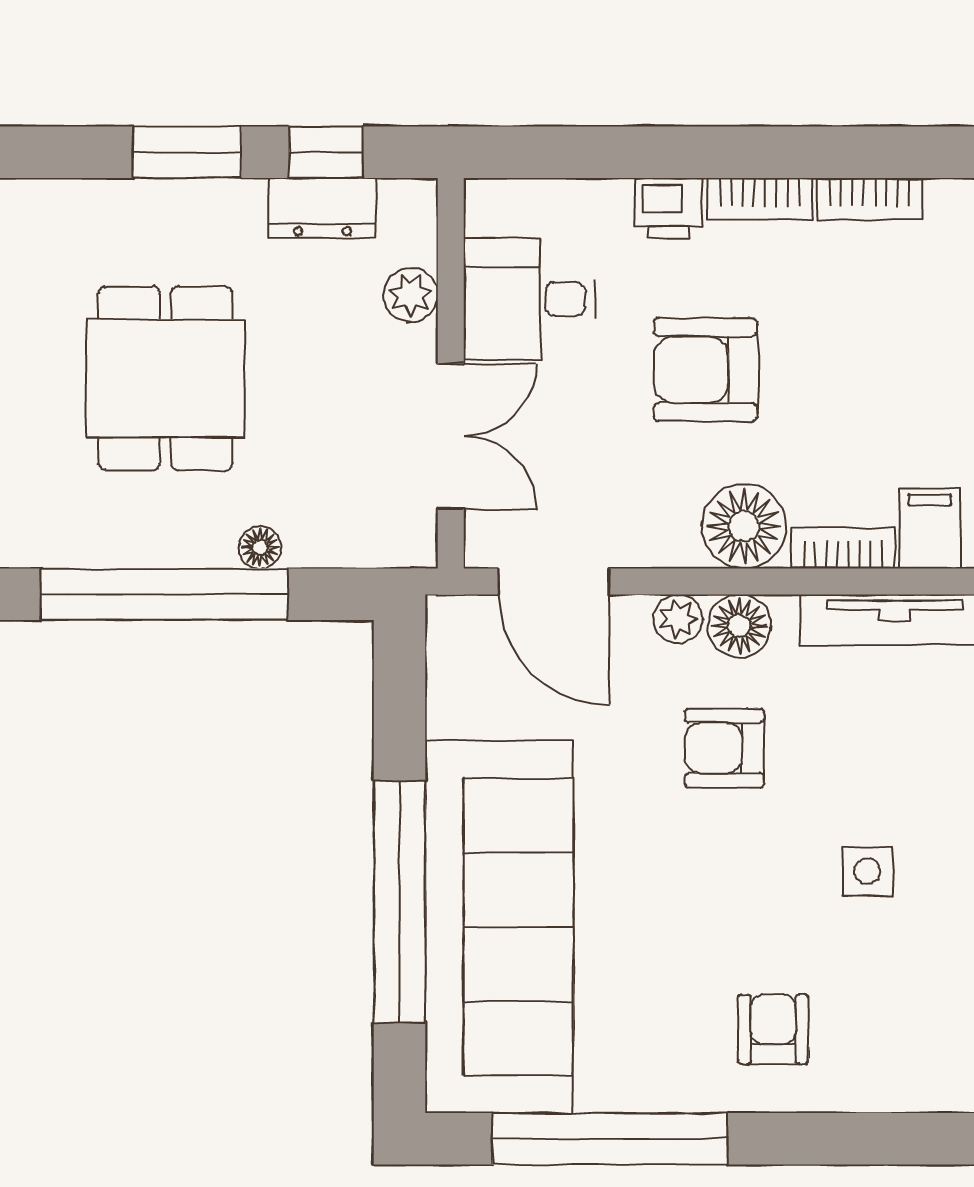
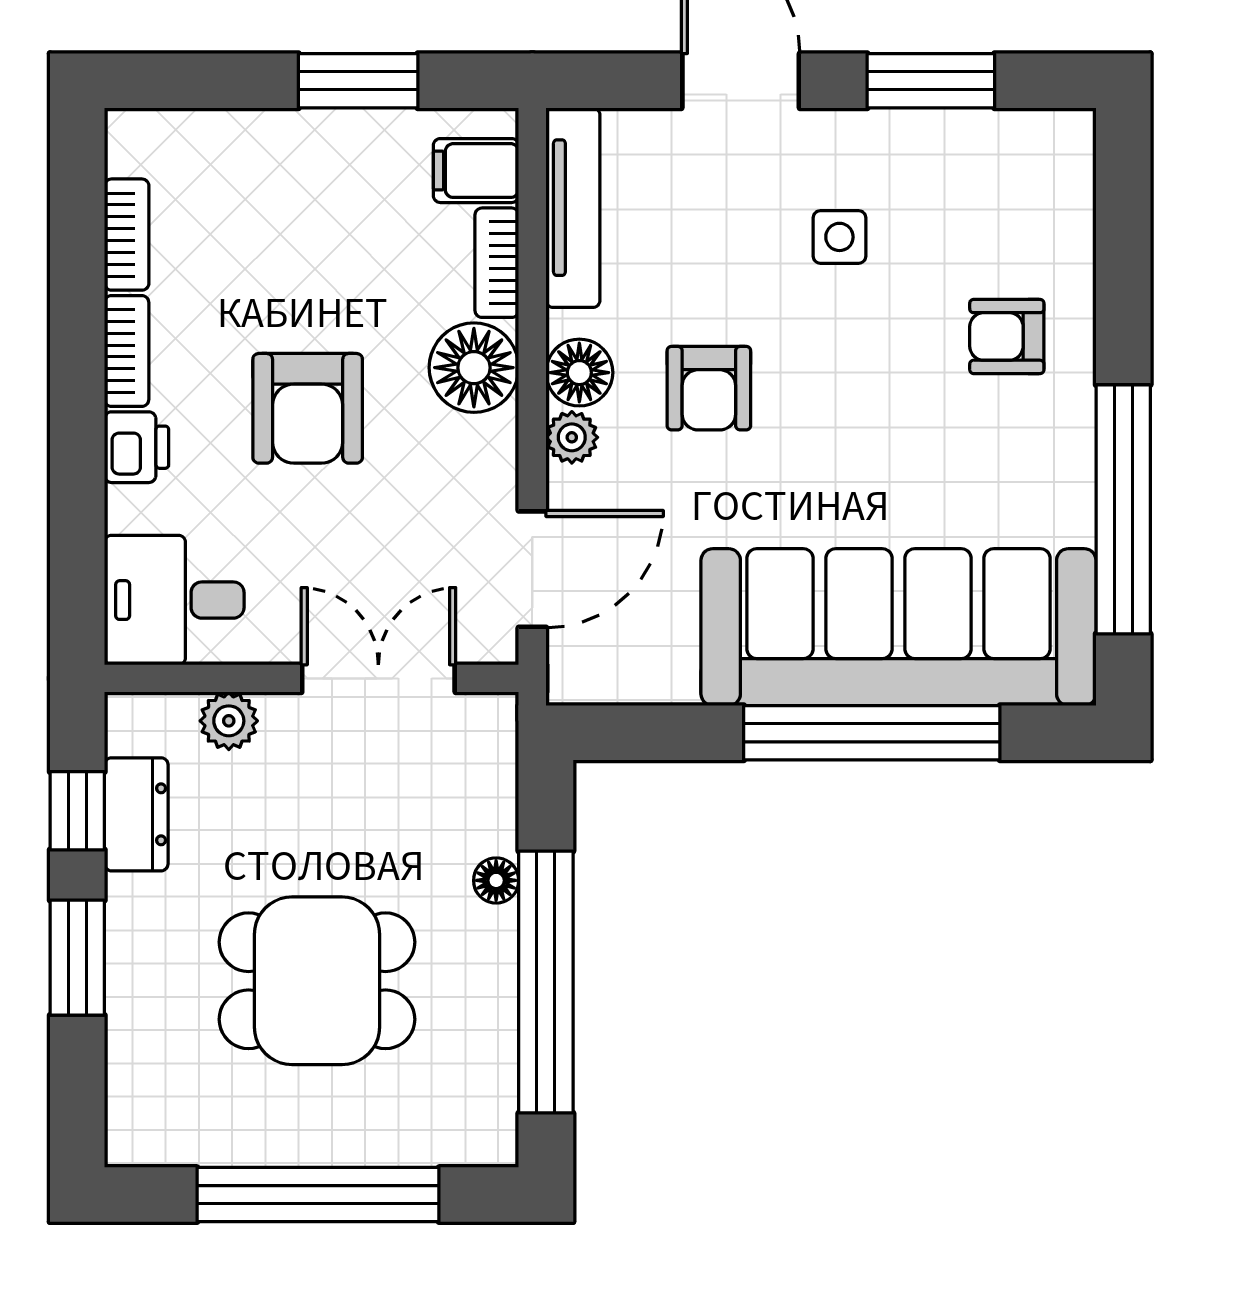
desk: (529, 299) -> (174, 600), moved, turned 90

